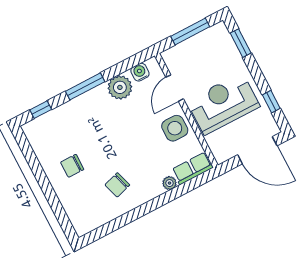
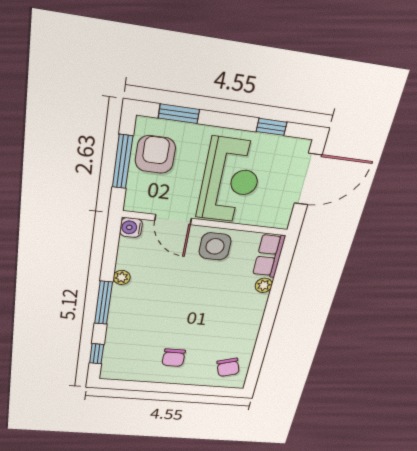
armchair: (208, 47) -> (155, 154), added
water cooler: (140, 72) -> (131, 228), moved
plant: (120, 87) -> (122, 277), width x0.53, depth x0.53
reception desk: (223, 104) -> (230, 181), turned 180
chair: (117, 185) -> (228, 367), moved

